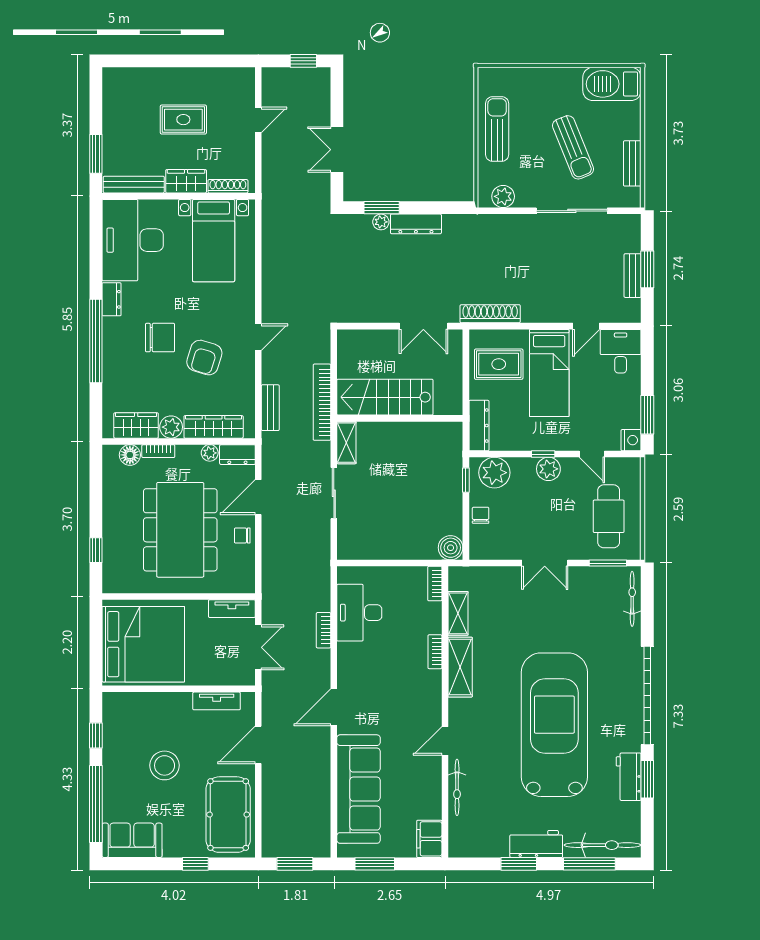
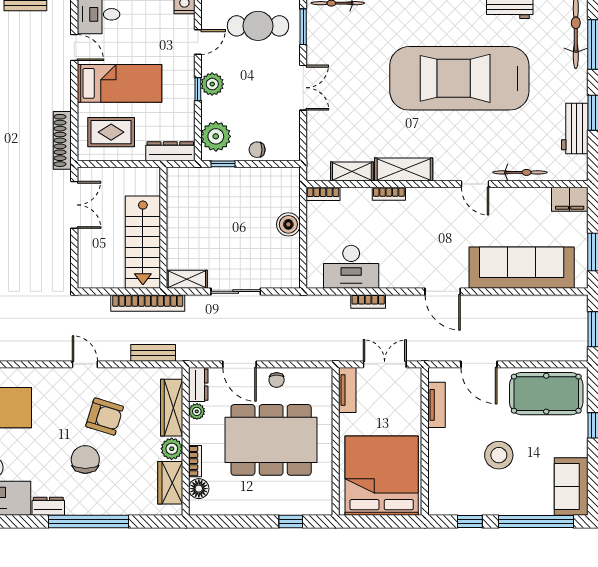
rug: (499, 364) -> (111, 132), turned 90
boiler: (451, 548) -> (288, 224), moved
workbench: (536, 844) -> (575, 129), moved

